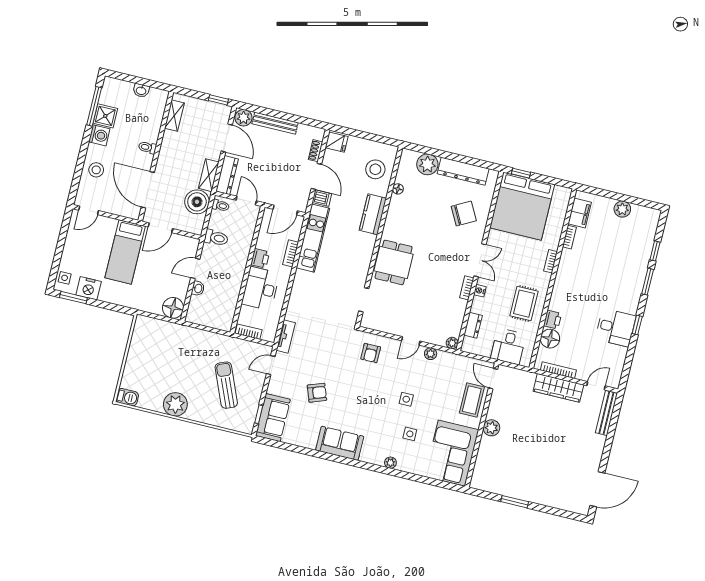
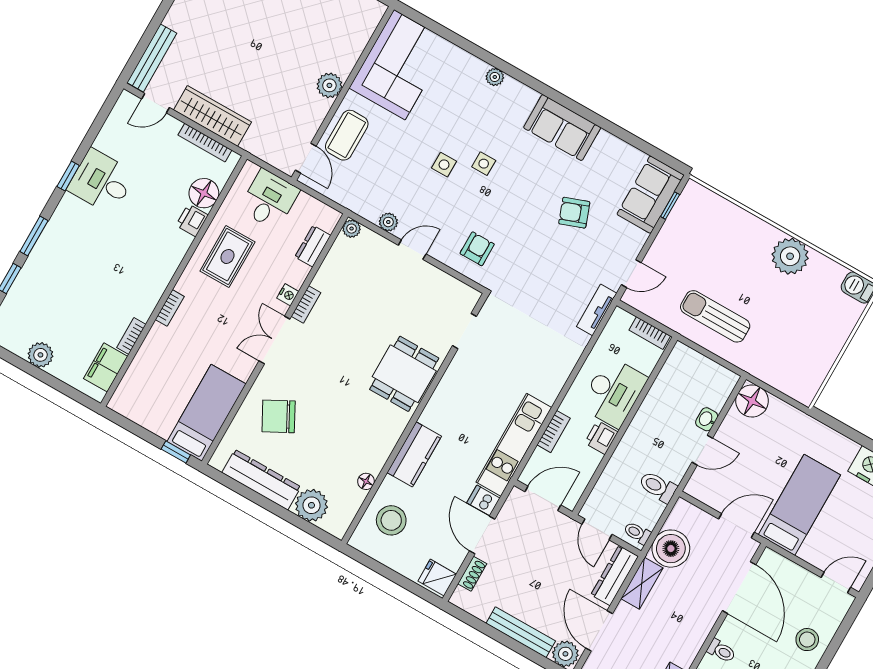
bed: (522, 206) -> (207, 413), width x0.49
sun lounger: (226, 385) -> (715, 316), moved, turned 113
side table: (410, 434) -> (484, 164), moved

